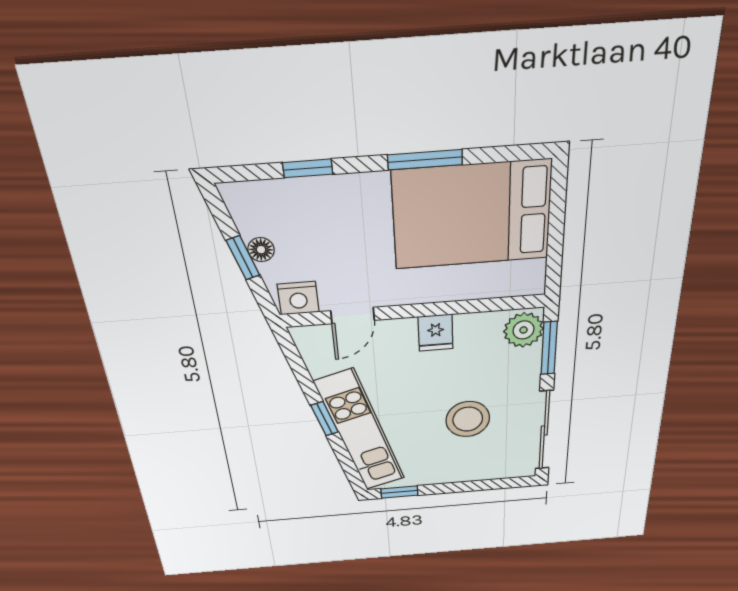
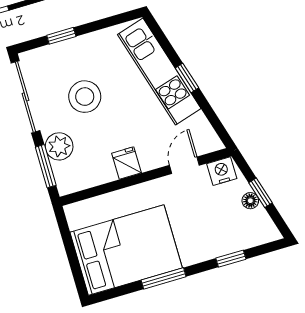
plant: (523, 330) -> (59, 146), moved
window: (399, 492) -> (61, 36), moved

